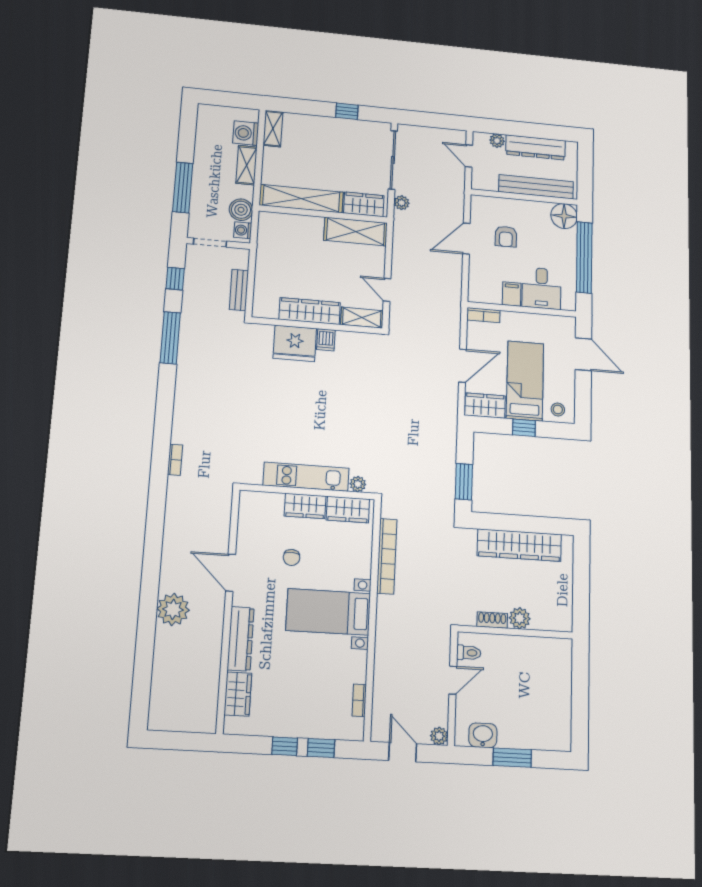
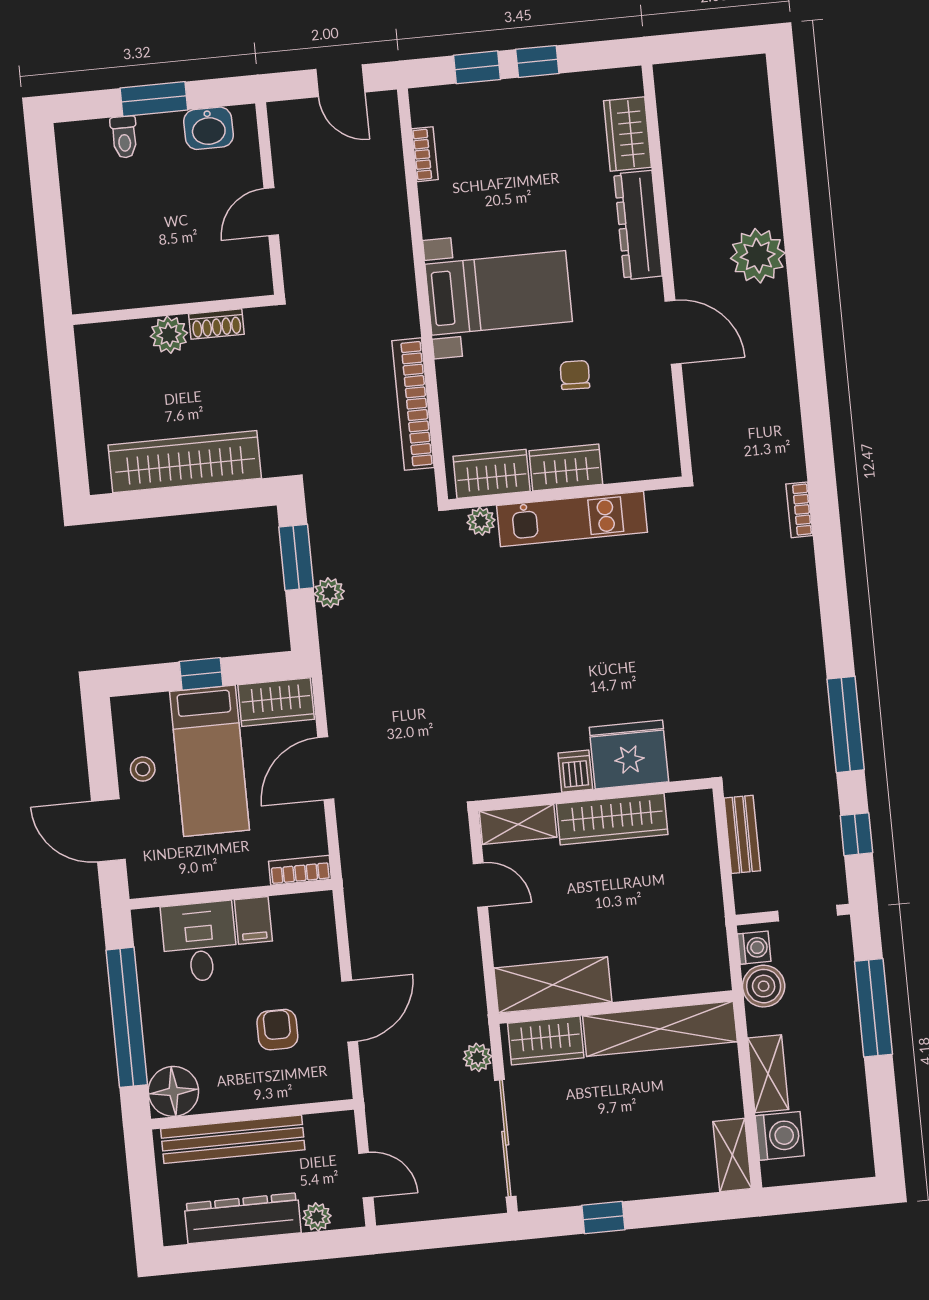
stool: (558, 409) -> (143, 769), moved
toilet: (469, 653) -> (124, 137), moved, turned -90
plant: (439, 736) -> (329, 593), moved

